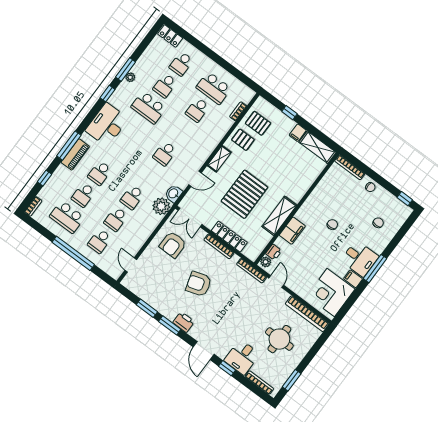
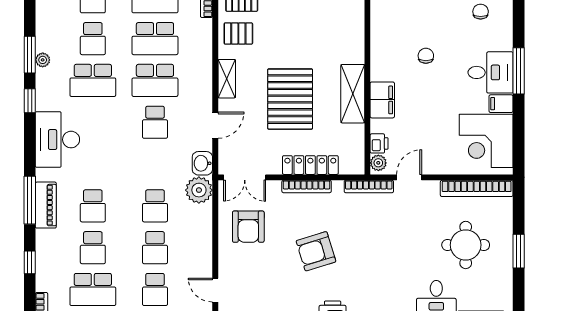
school desk: (197, 110) -> (155, 39), width x1.85
school desk: (181, 132) -> (155, 80), added
door: (276, 282) -> (409, 177), hinge flipped
window: (292, 380) -> (519, 251), moved

